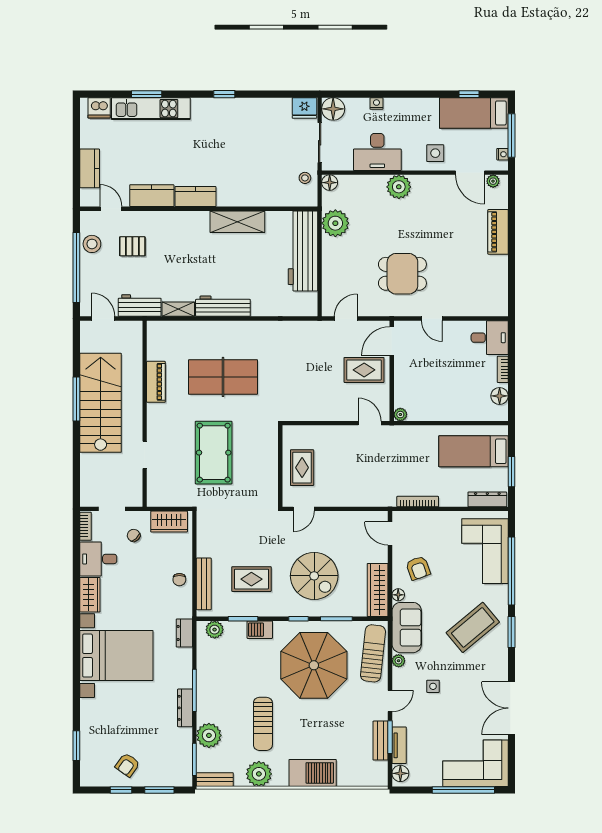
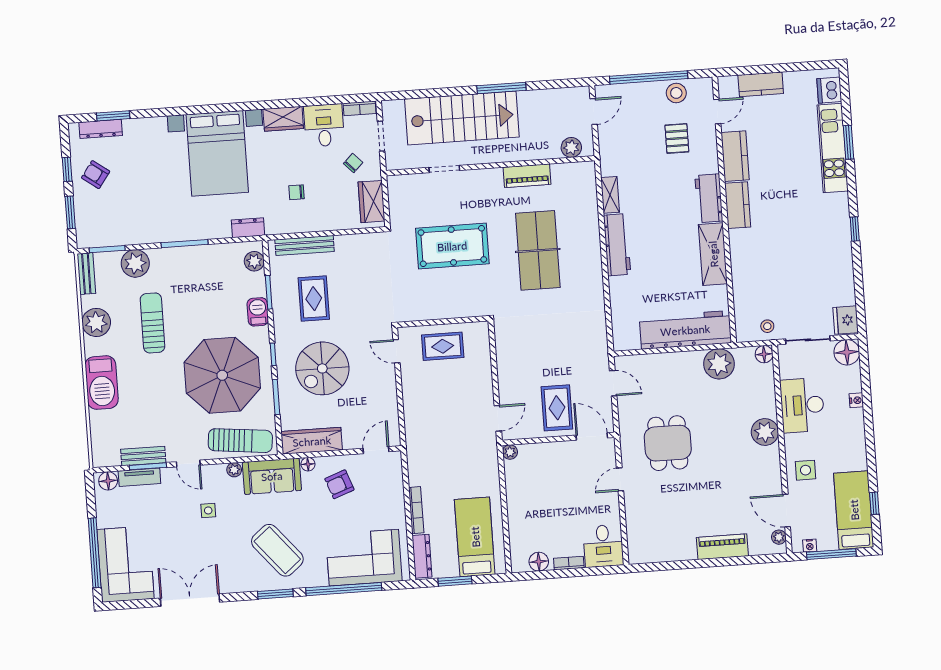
door: (470, 173) -> (786, 511), hinge flipped
workbench: (140, 305) -> (709, 198), moved, turned 180
plant: (134, 341) -> (571, 147), added
stairs: (101, 403) -> (462, 118), moved
bookcase: (418, 502) -> (416, 510), moved
chair: (179, 580) -> (297, 192), moved
dresser: (185, 708) -> (101, 129), moved, turned 180
sun lounger: (263, 724) -> (153, 323), turned 90

